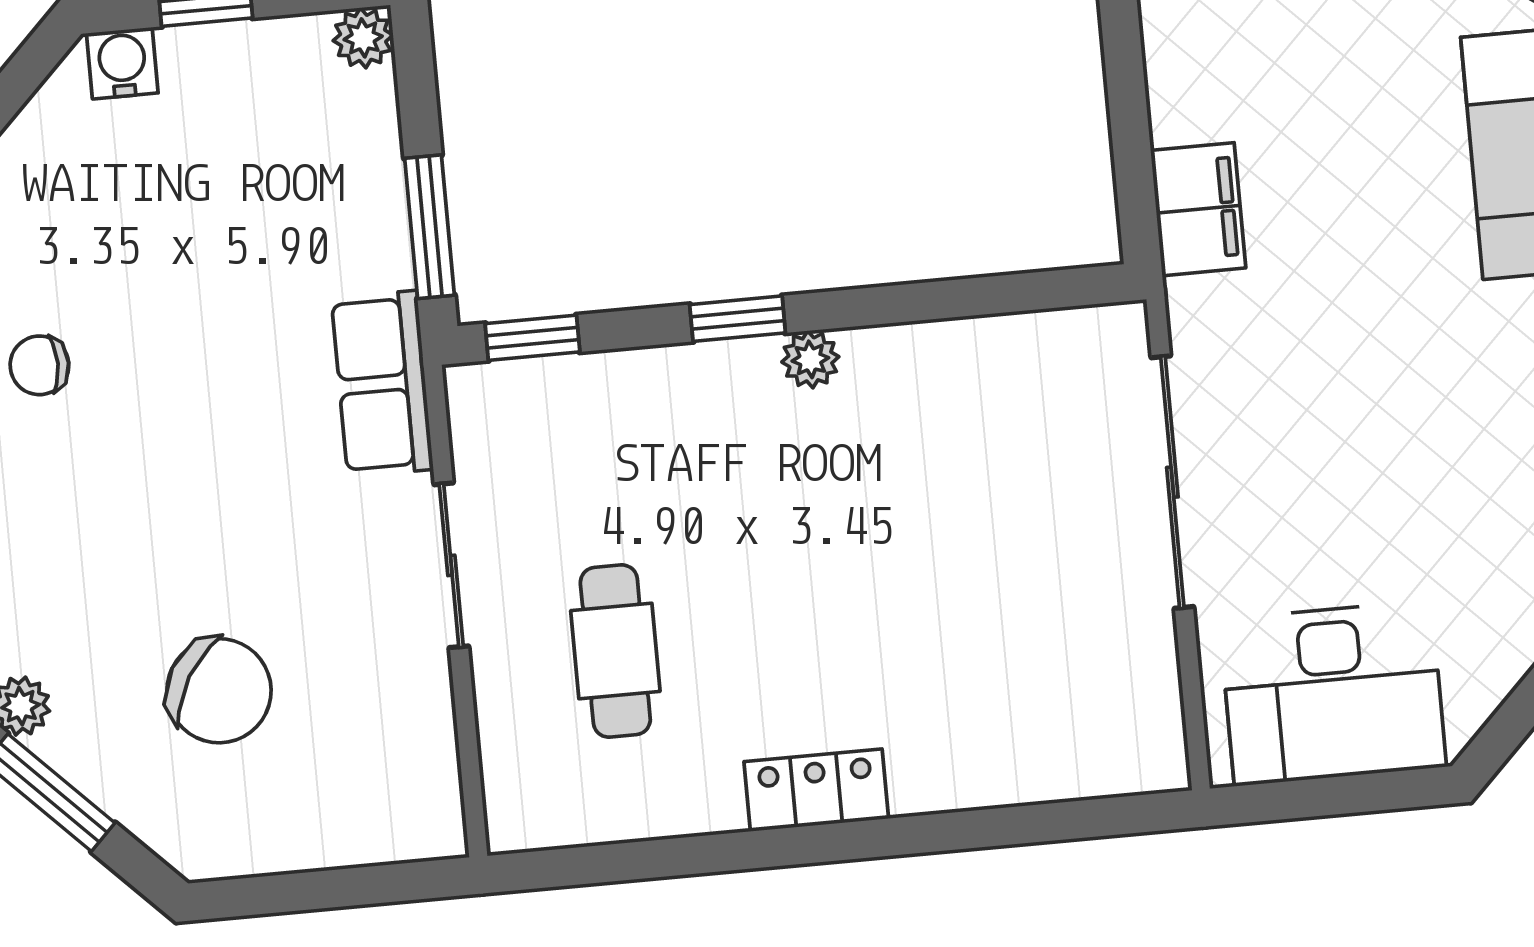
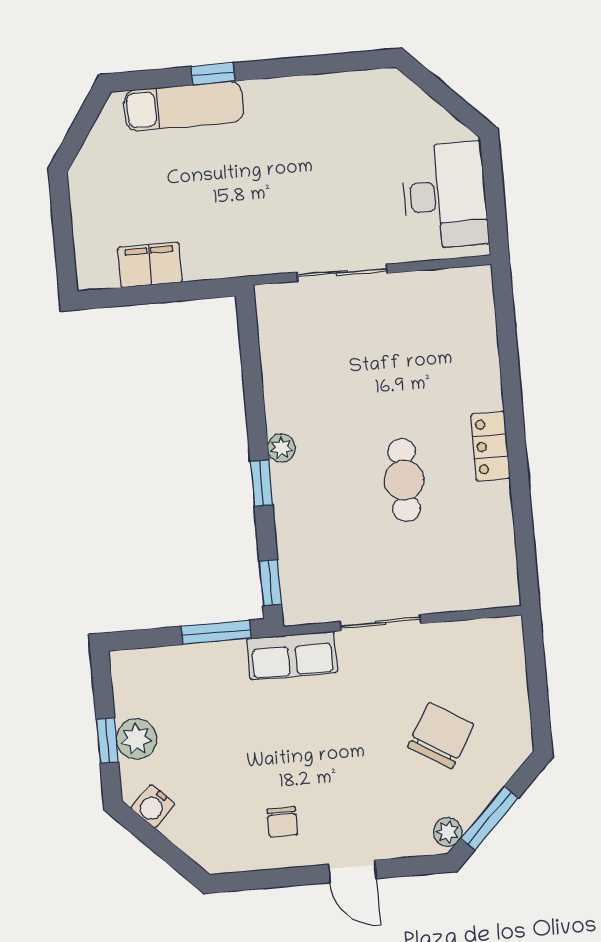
plant: (363, 38) -> (136, 739), moved, width x1.38, depth x1.38
water cooler: (122, 63) -> (153, 806), moved, turned -45
filing cabinet: (1198, 209) -> (150, 265), moved
sliding door: (1172, 482) -> (342, 273), width x0.73
cafe table: (615, 651) -> (404, 480), moved, turned 90

